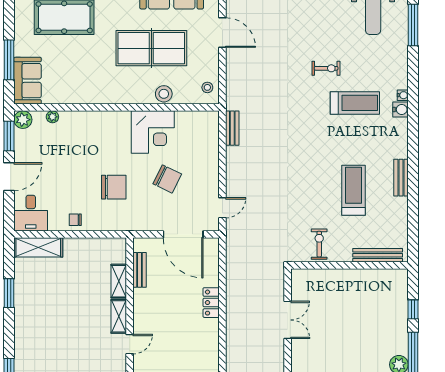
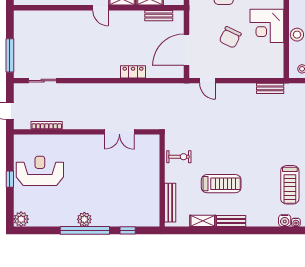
shelving: (401, 214) -> (203, 221), added

